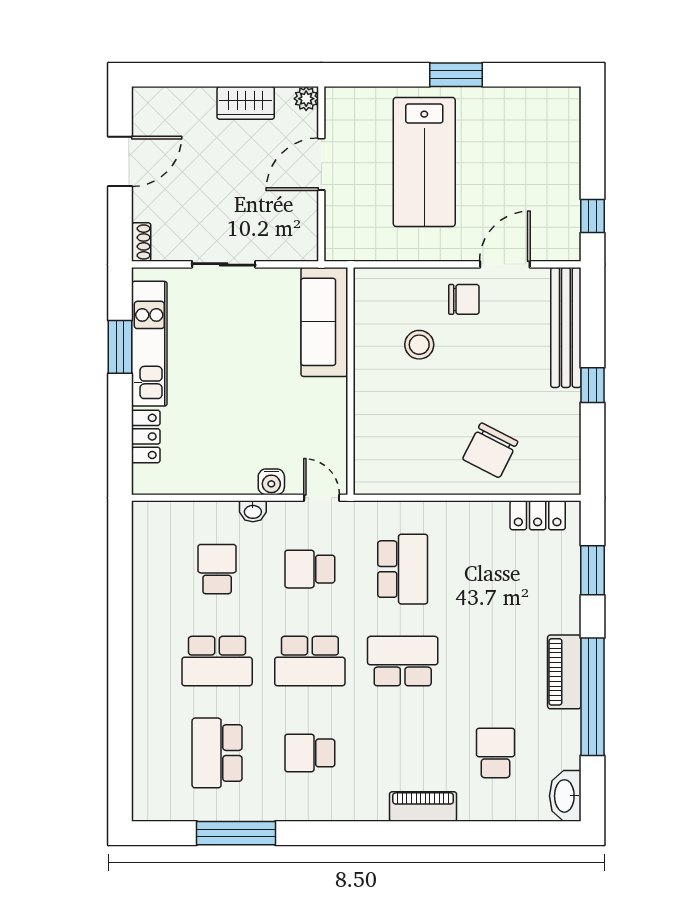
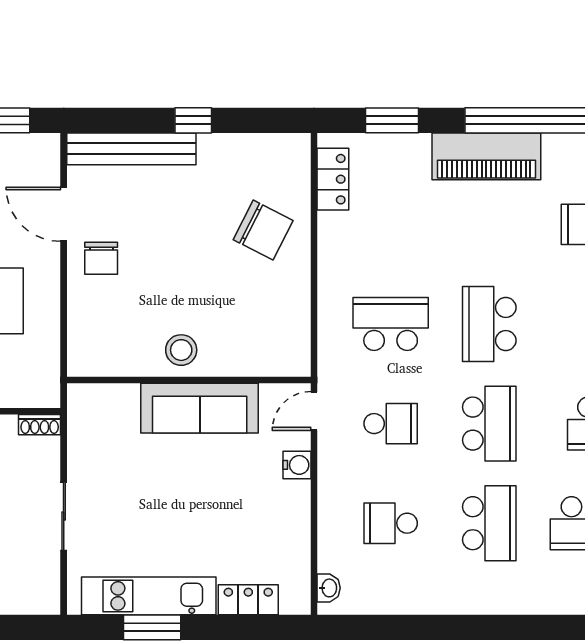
shoe rack: (141, 242) -> (40, 425), moved, turned 180
chair: (464, 299) -> (101, 258), turned 180
sofa: (324, 322) -> (200, 408), moved
stool: (419, 345) -> (181, 350), moved
washbasin: (253, 511) -> (329, 588), moved
school desk: (310, 569) -> (391, 424), turned -90
piano: (564, 672) -> (486, 156), width x1.37, depth x1.33

